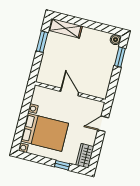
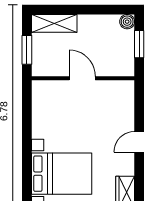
door: (70, 92) -> (82, 78), moved
wall: (70, 92) -> (83, 78), moved

